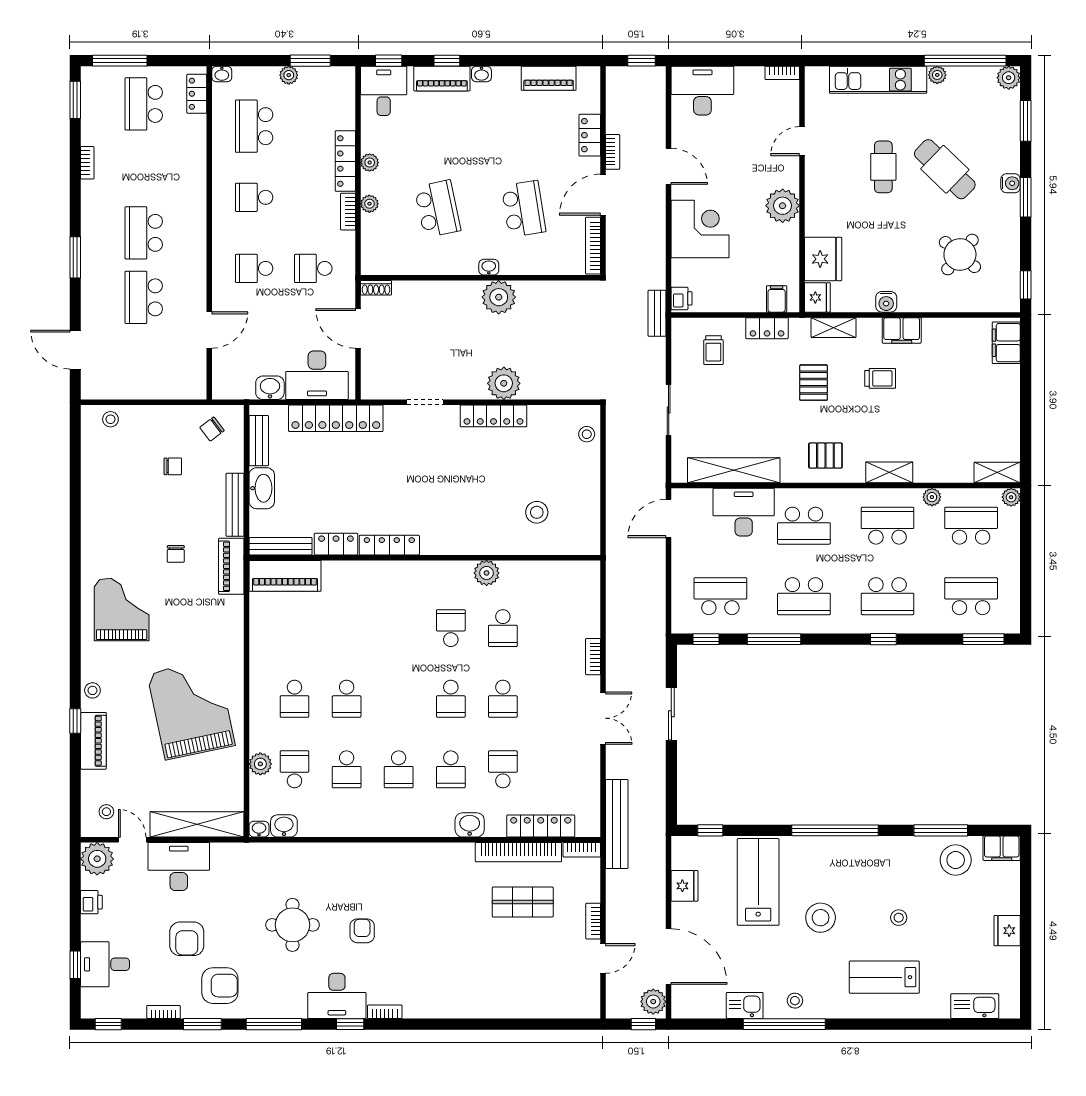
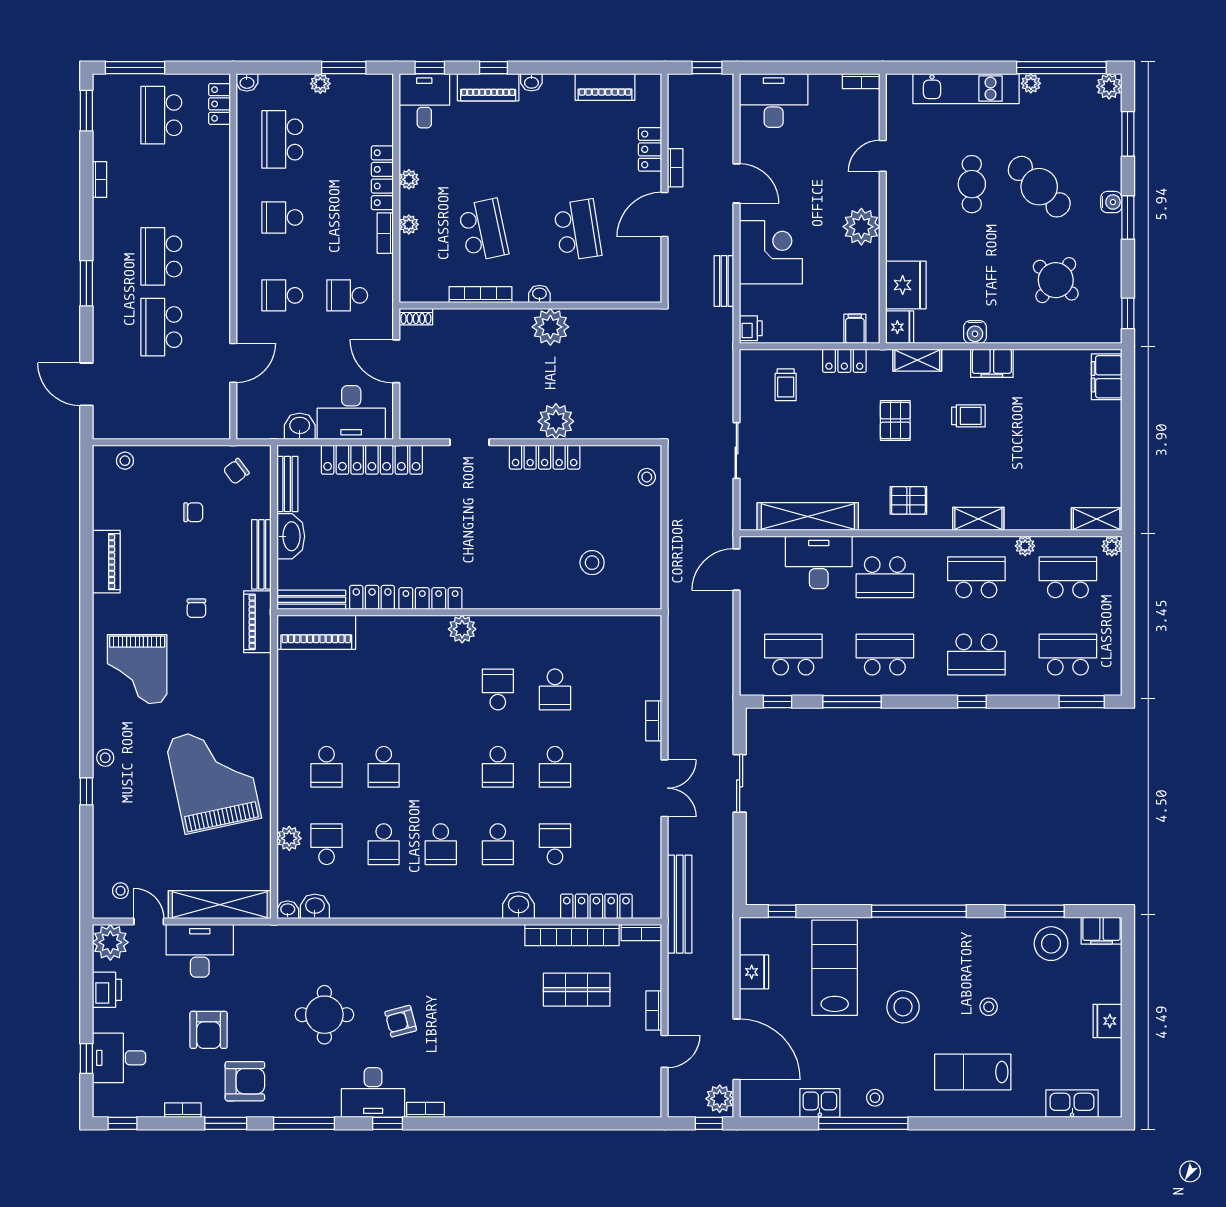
bookcase: (593, 246) -> (480, 295), moved, turned 90
bench: (657, 313) -> (724, 281), moved
plant: (487, 573) -> (462, 629), moved
school desk: (804, 596) -> (885, 655), turned 180
grand piano: (122, 610) -> (137, 669), turned 180
piano: (93, 741) -> (106, 562), moved
printer: (91, 902) -> (107, 990), width x1.36, depth x1.24
armchair: (362, 931) -> (401, 1021), turned -105

